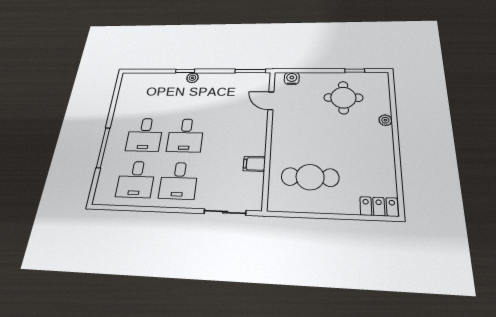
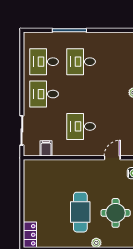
desk: (186, 135) -> (81, 126), moved
filing cabinet: (254, 164) -> (46, 148), moved
cafe table: (310, 177) -> (80, 212), moved

